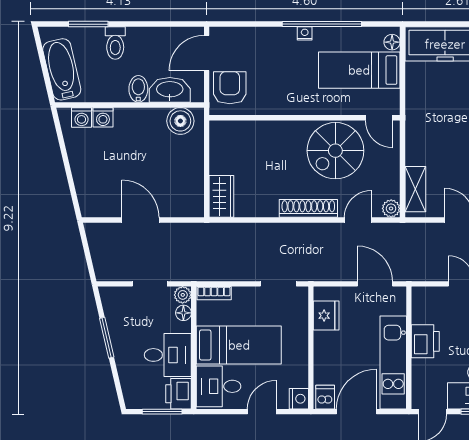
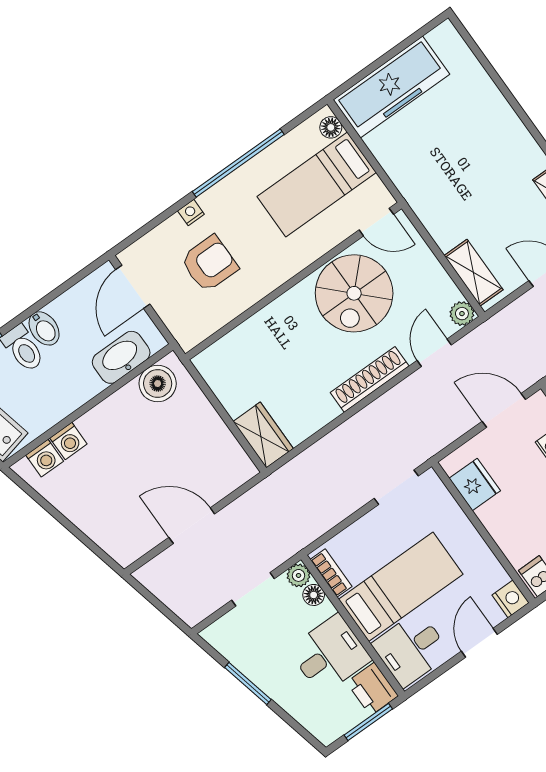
nightstand: (305, 33) -> (191, 212), moved
armchair: (230, 88) -> (209, 264), moved, turned 90
bidet: (138, 89) -> (44, 328), moved, turned 180
bookcase: (214, 293) -> (331, 573), moved, turned -90

